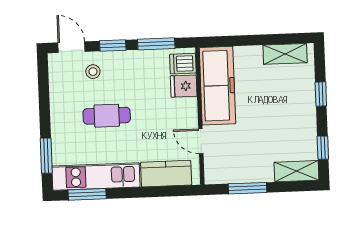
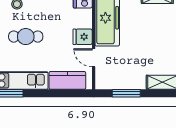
fridge: (184, 86) -> (83, 37), moved

